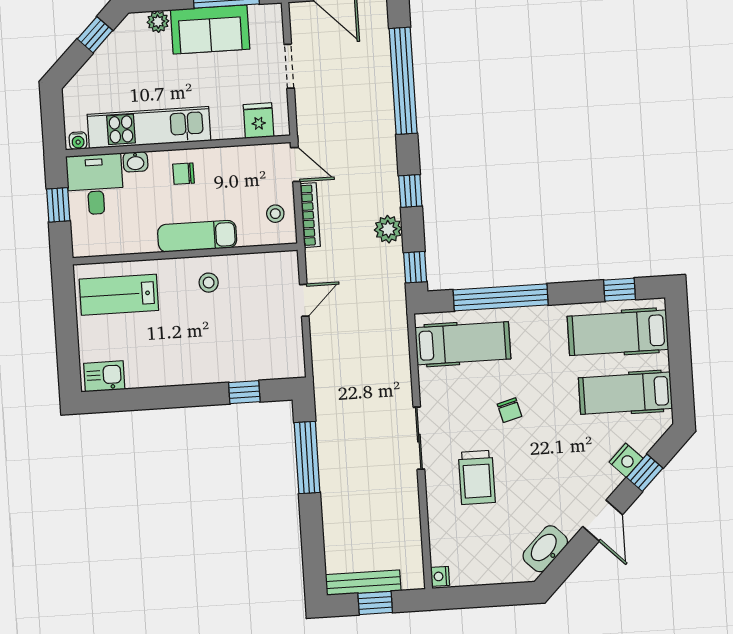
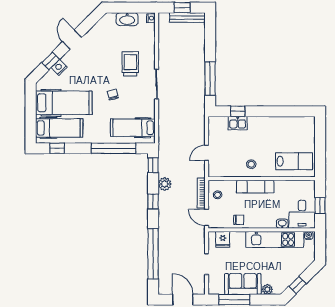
chair: (183, 174) -> (239, 220), moved
kitchen sink: (104, 376) -> (238, 123), moved
hospital bed: (625, 393) -> (64, 103), width x1.37, depth x1.29
washbasin: (545, 549) -> (127, 19), moved, turned 45

